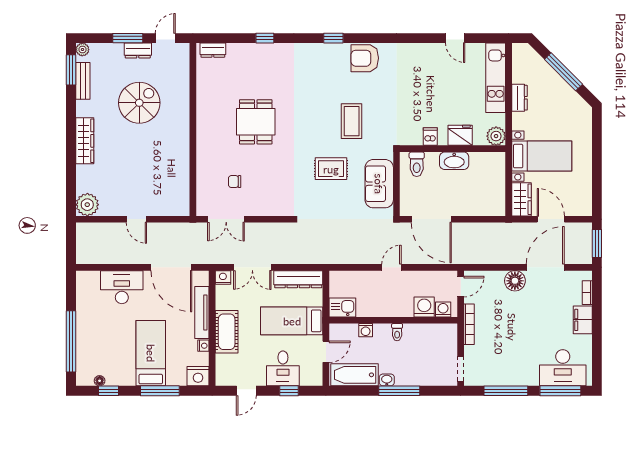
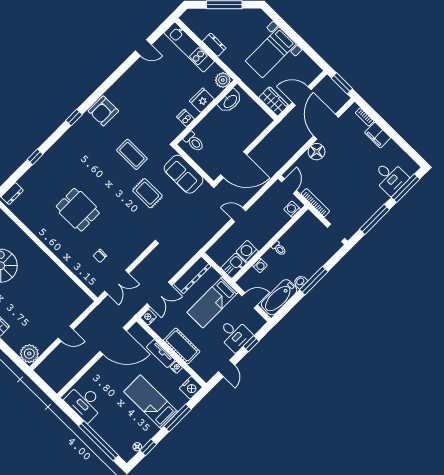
bed with nightstands: (542, 156) -> (271, 52), moved, turned 180
washbasin: (454, 161) -> (230, 101), moved
rug: (331, 169) -> (147, 193), turned 90
door: (392, 267) -> (239, 215), hinge flipped
desk: (122, 287) -> (85, 402), moved, turned -90
washing machine: (424, 307) -> (247, 251), moved
tv unit: (202, 312) -> (161, 354), width x0.71
door: (326, 352) -> (250, 300), hinge flipped
desk: (563, 368) -> (390, 177), width x0.73

